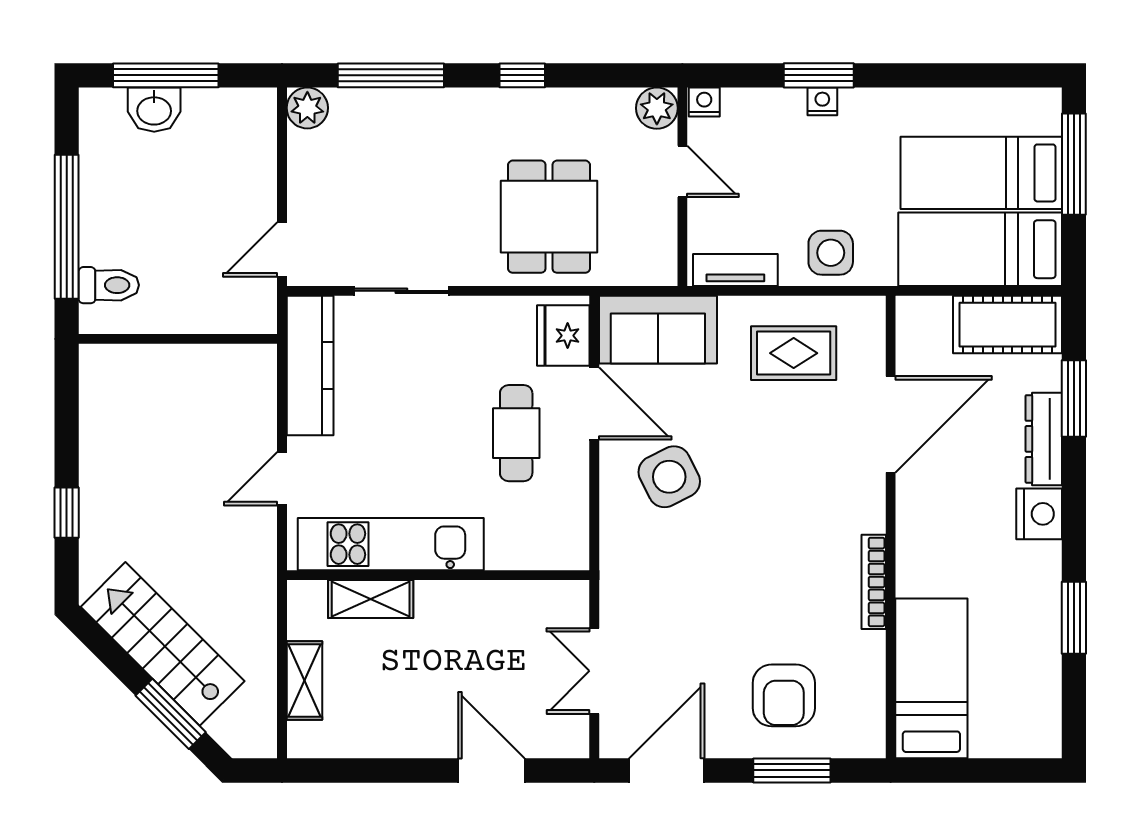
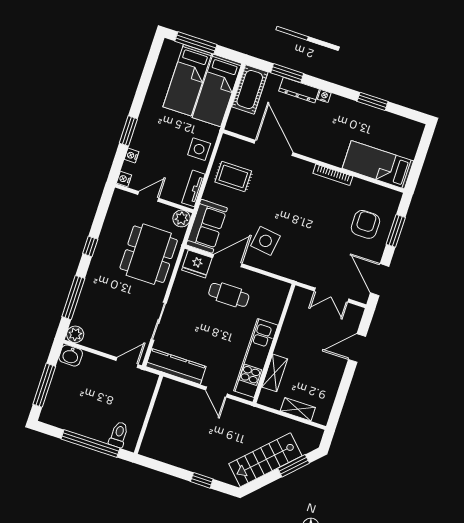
nightstand: (822, 101) -> (131, 156), moved
plant: (657, 108) -> (182, 218), moved
washbasin: (154, 110) -> (71, 355), moved, turned 90
dining table: (549, 217) -> (149, 254), width x1.37
door: (282, 250) -> (127, 362), swing flipped
rug: (794, 353) -> (233, 176), turned 90
side table: (669, 477) -> (266, 241), turned 35
nightstand: (1039, 514) -> (324, 96), width x0.53, depth x0.56
armchair: (784, 695) -> (365, 224), turned -90

